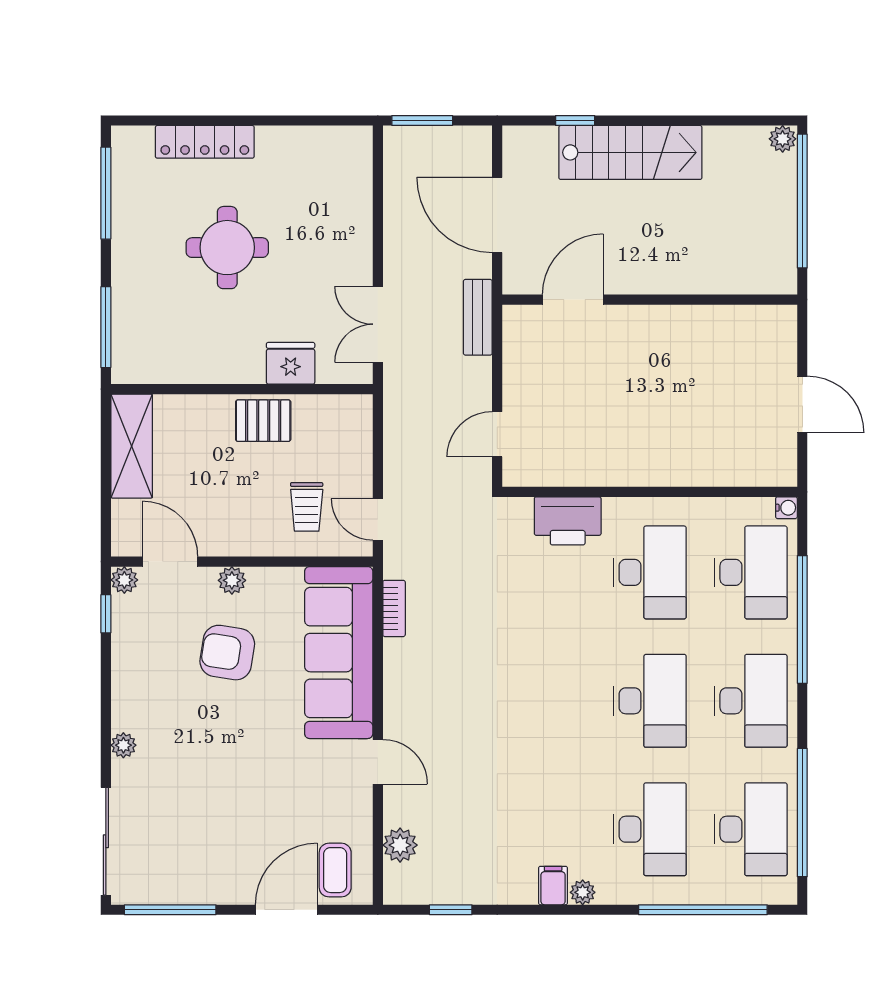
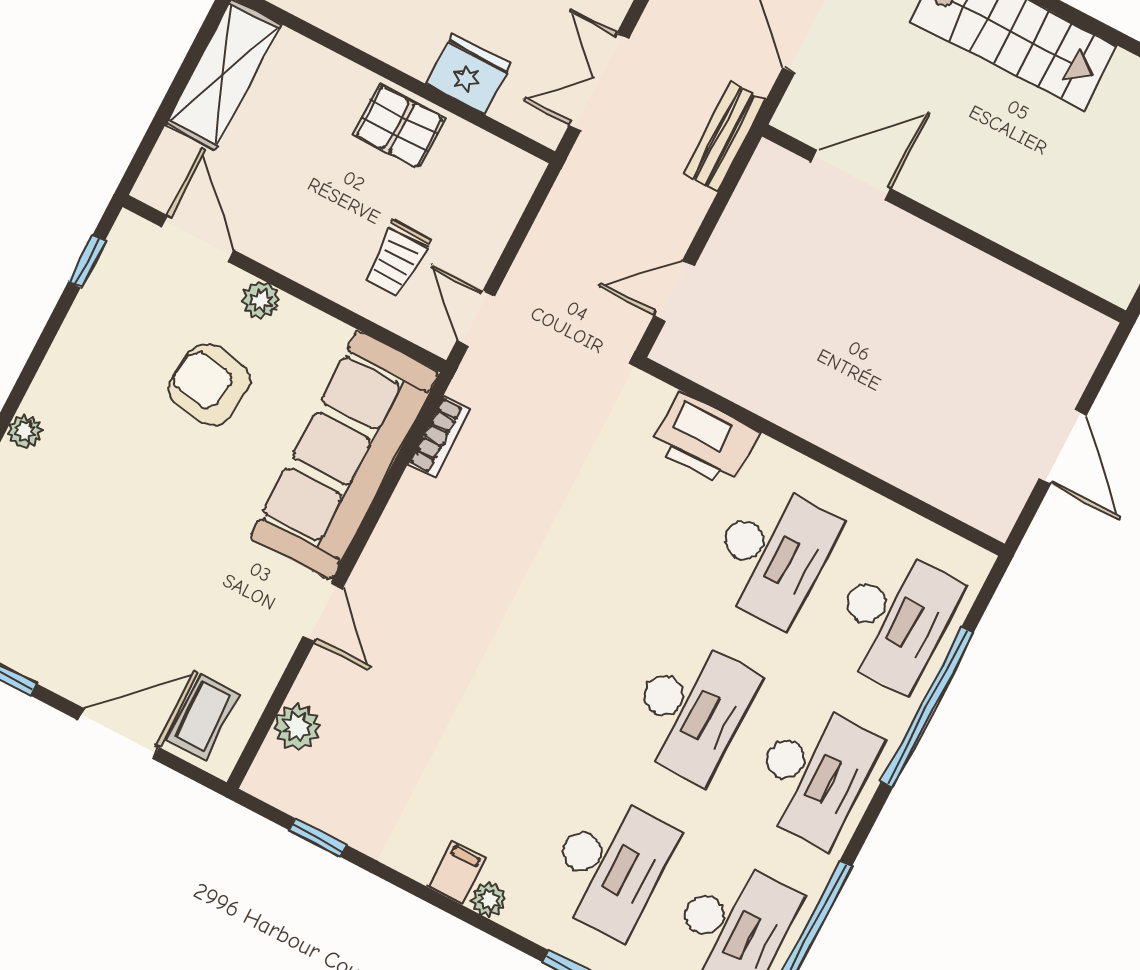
water cooler: (786, 508) -> (978, 562), removed
plant: (124, 580) -> (130, 232), removed

